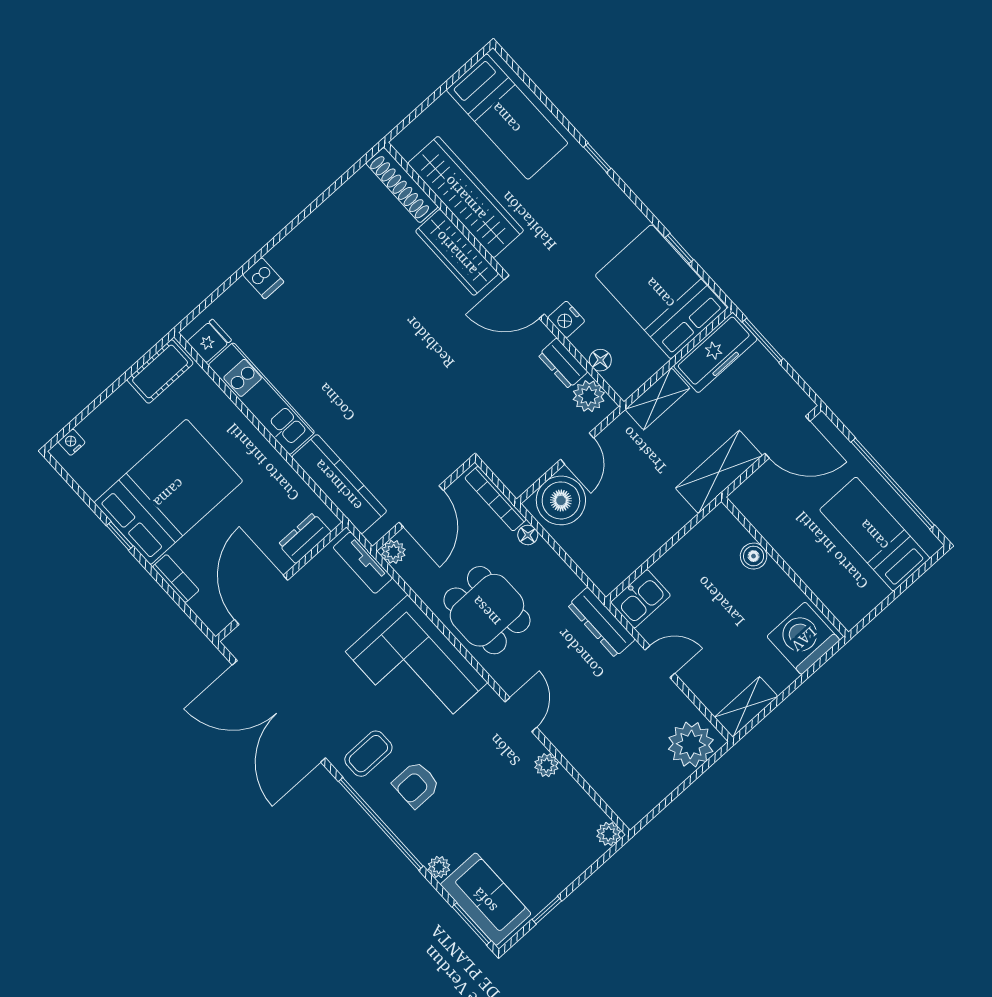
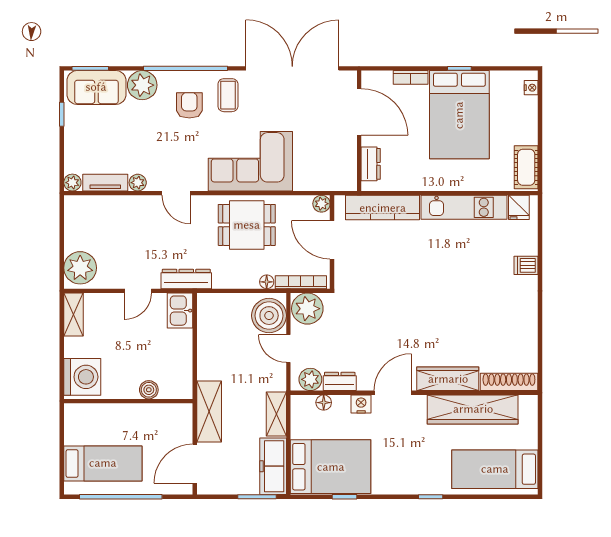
plant: (517, 467) -> (307, 309), added
tv unit: (363, 563) -> (105, 183), moved
plant: (439, 867) -> (142, 85), width x1.88, depth x1.88

